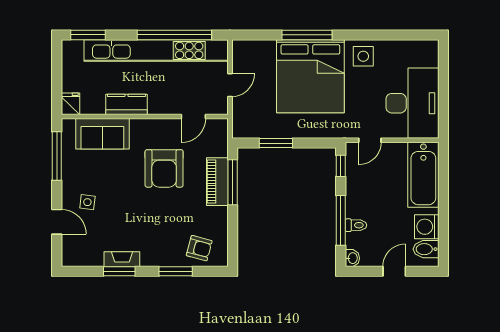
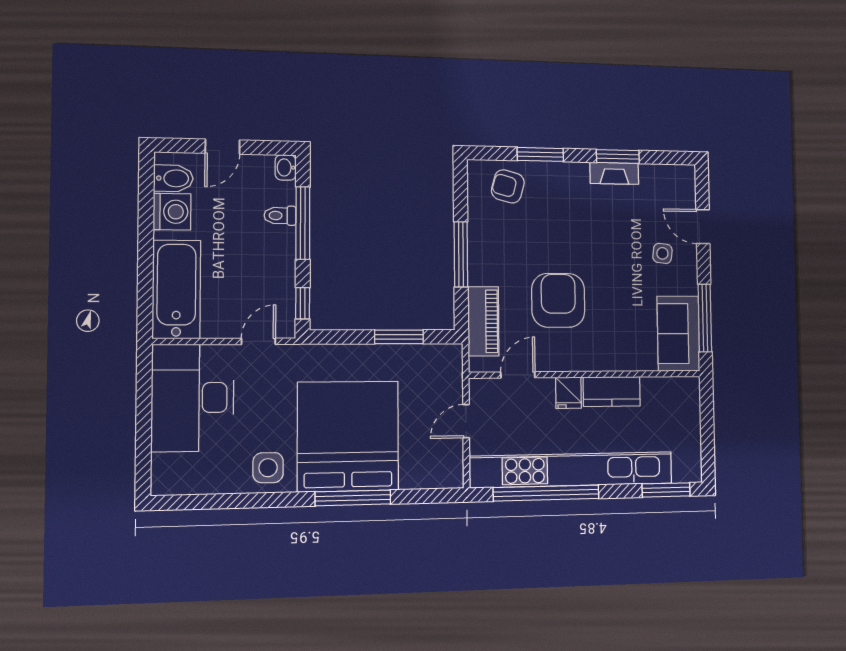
fridge: (70, 104) -> (569, 393), moved
sofa: (102, 134) -> (678, 334), moved, turned -90
piano: (217, 182) -> (483, 321), moved
window: (233, 182) -> (461, 254), moved

